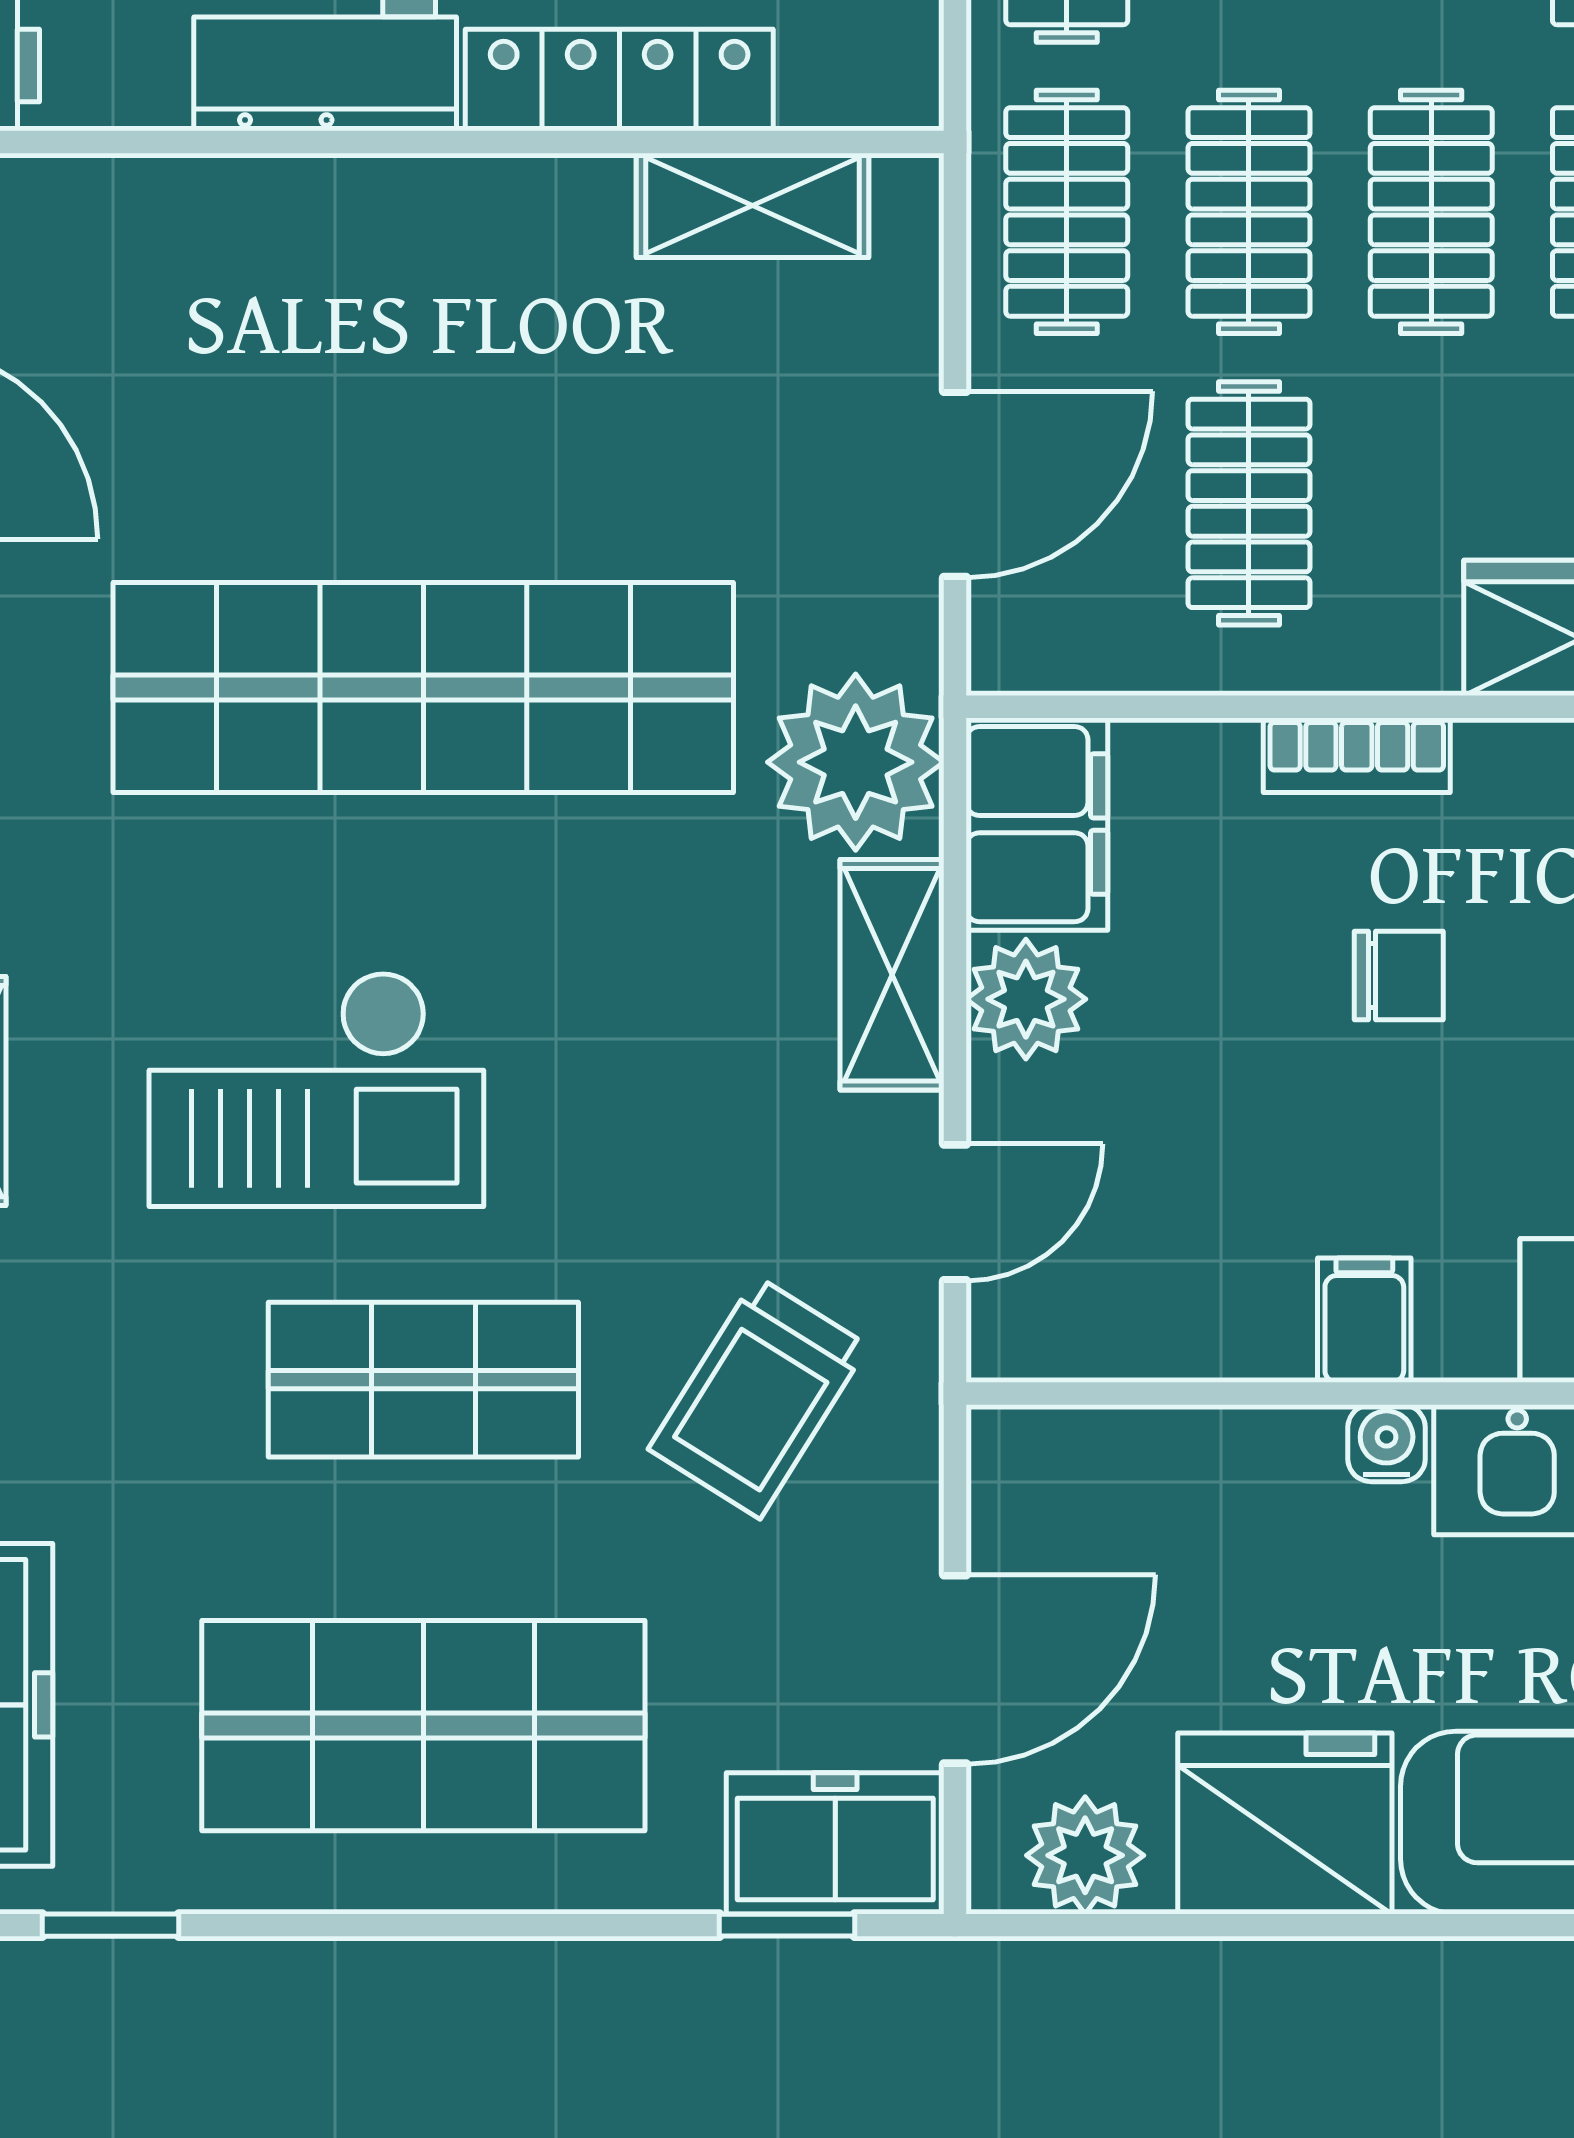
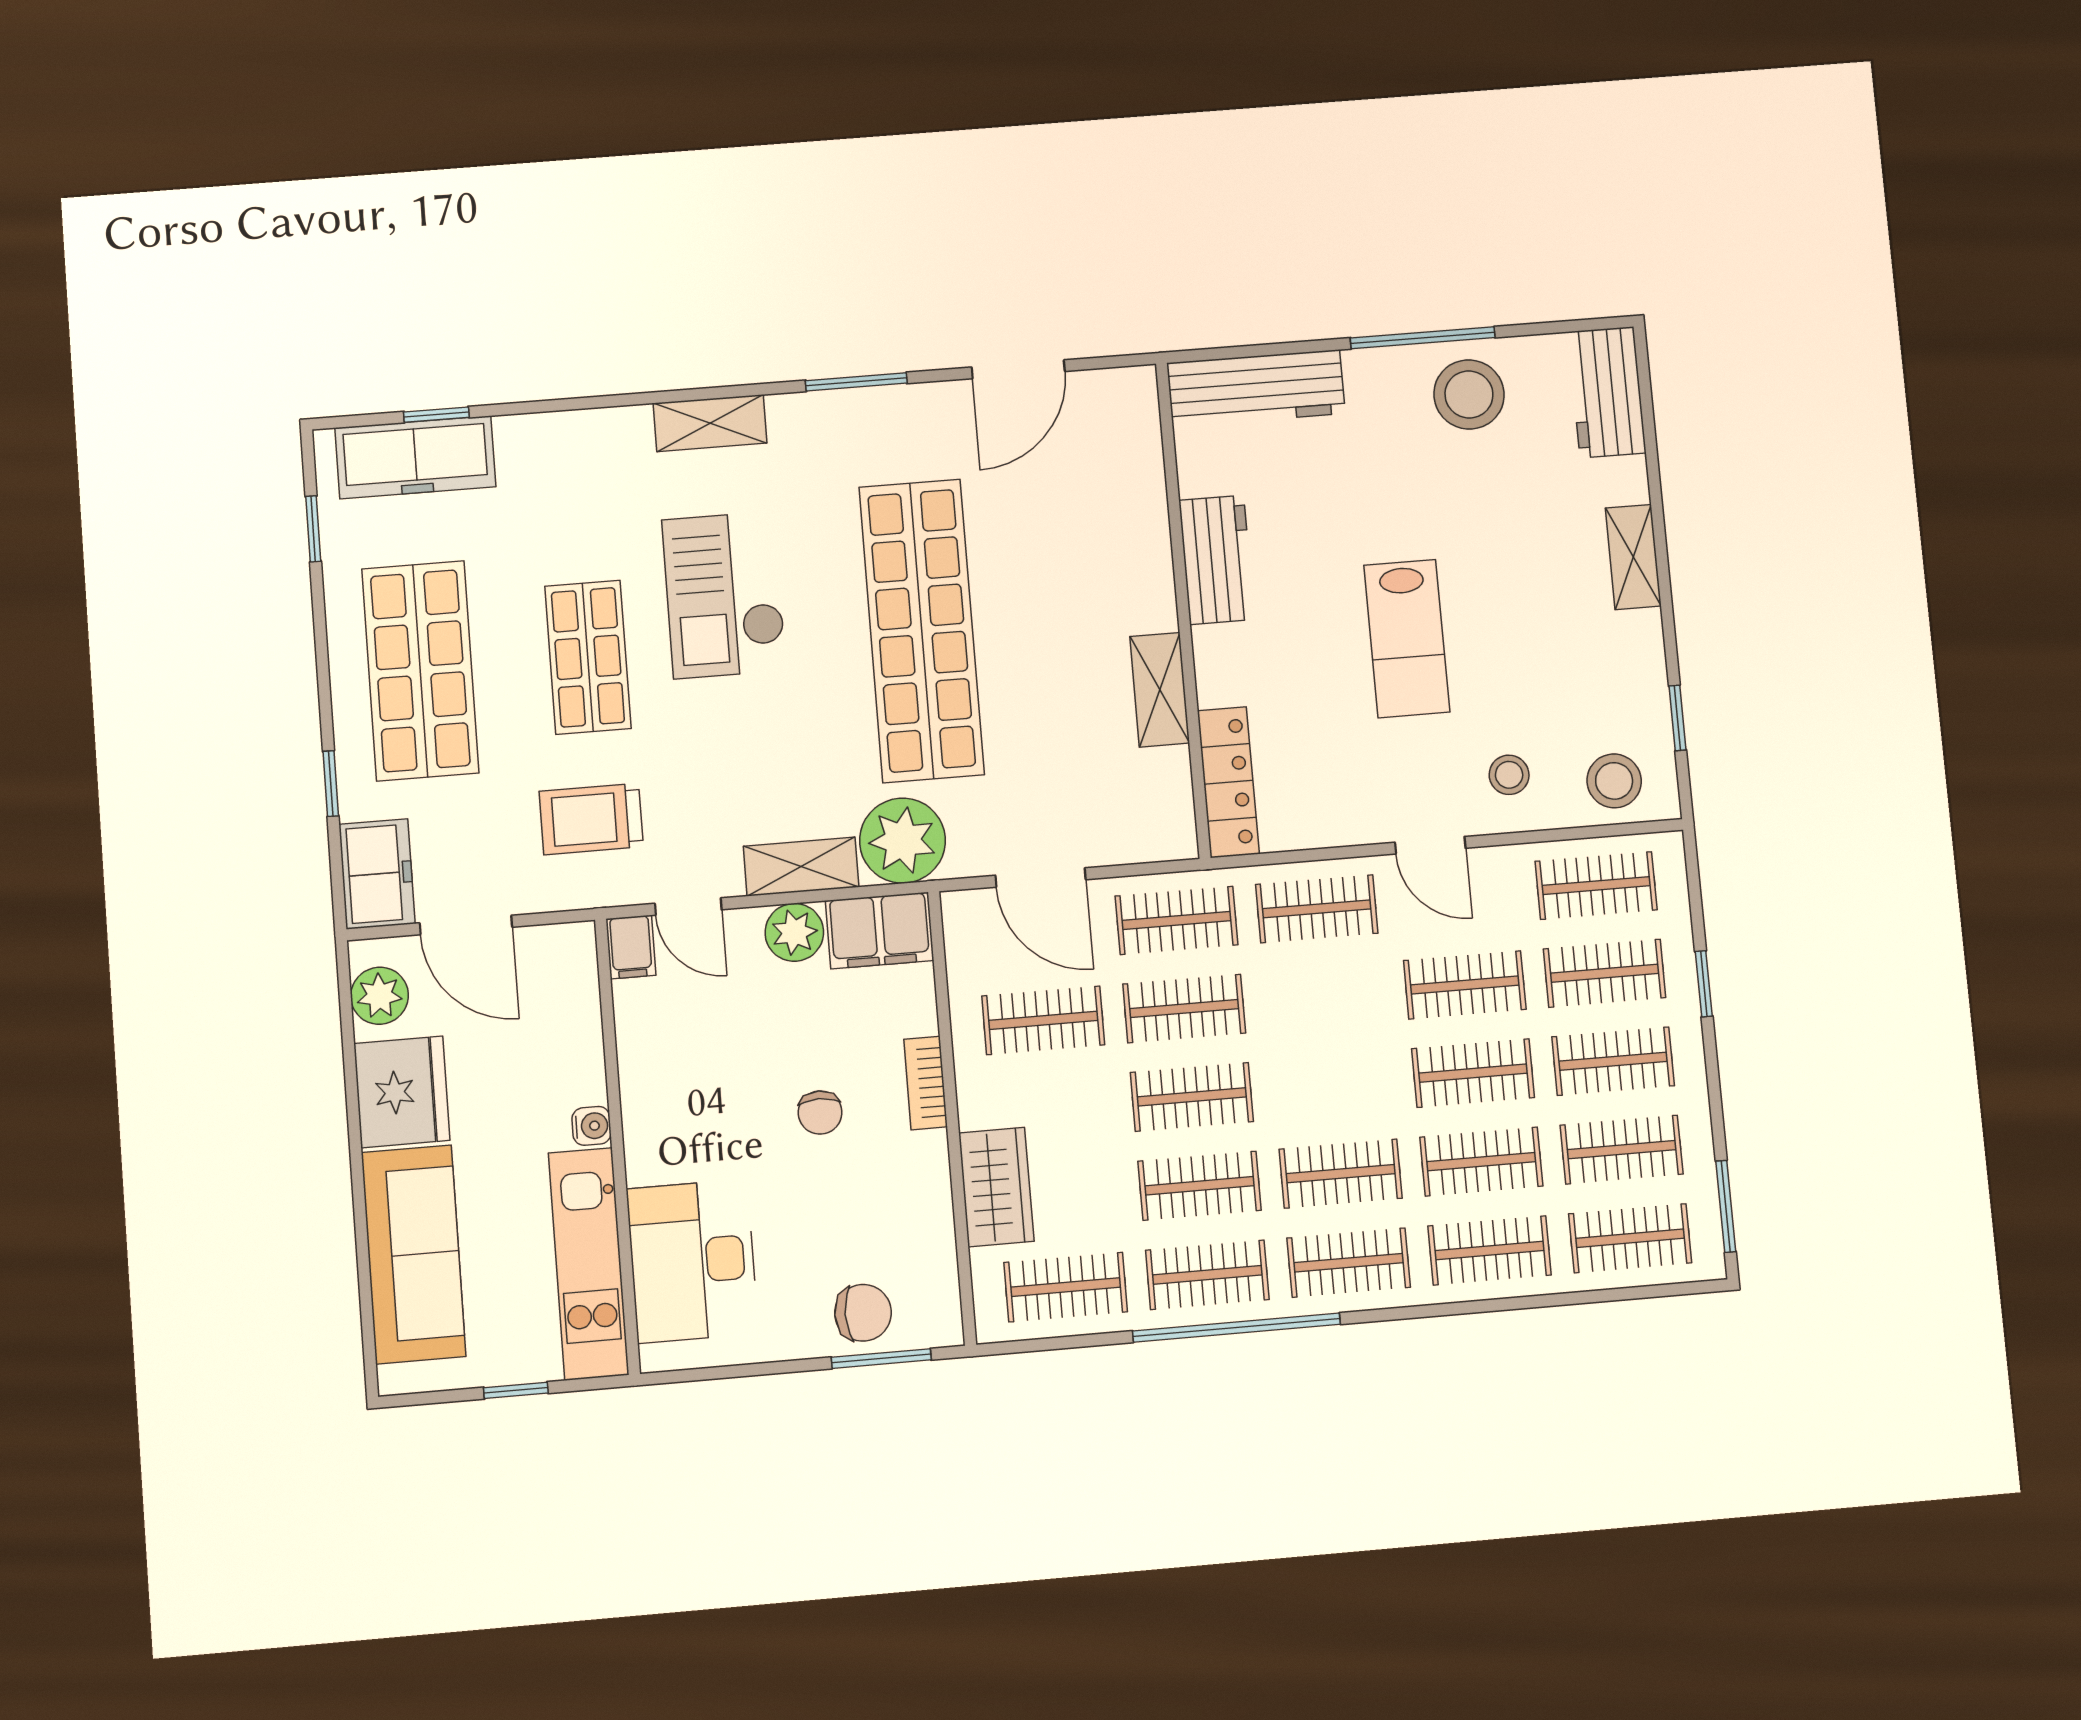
locker: (619, 80) -> (1228, 782), moved
shelving: (753, 205) -> (1160, 690), moved
filing cabinet: (1364, 1320) -> (631, 947), moved, turned 90
trolley: (758, 1397) -> (591, 819), turned -32
window: (787, 1925) -> (331, 784), moved

